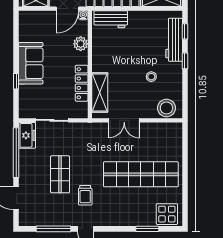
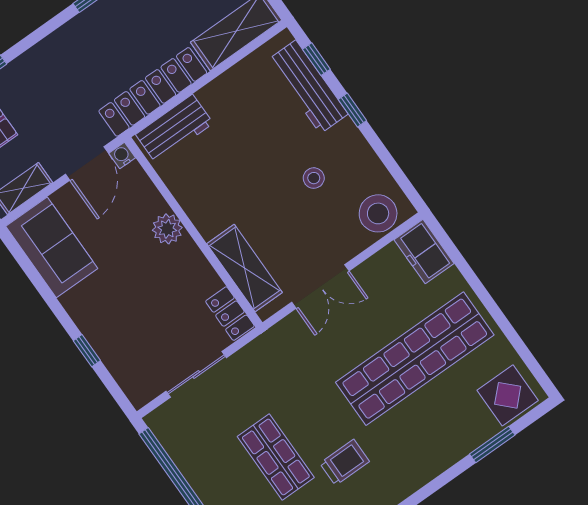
plant: (81, 44) -> (167, 229), moved
sofa: (31, 63) -> (52, 247), moved
locker: (82, 83) -> (230, 314), moved, width x0.66
freezer: (27, 135) -> (424, 252), moved, turned 180
trolley: (85, 195) -> (345, 462), turned -90

